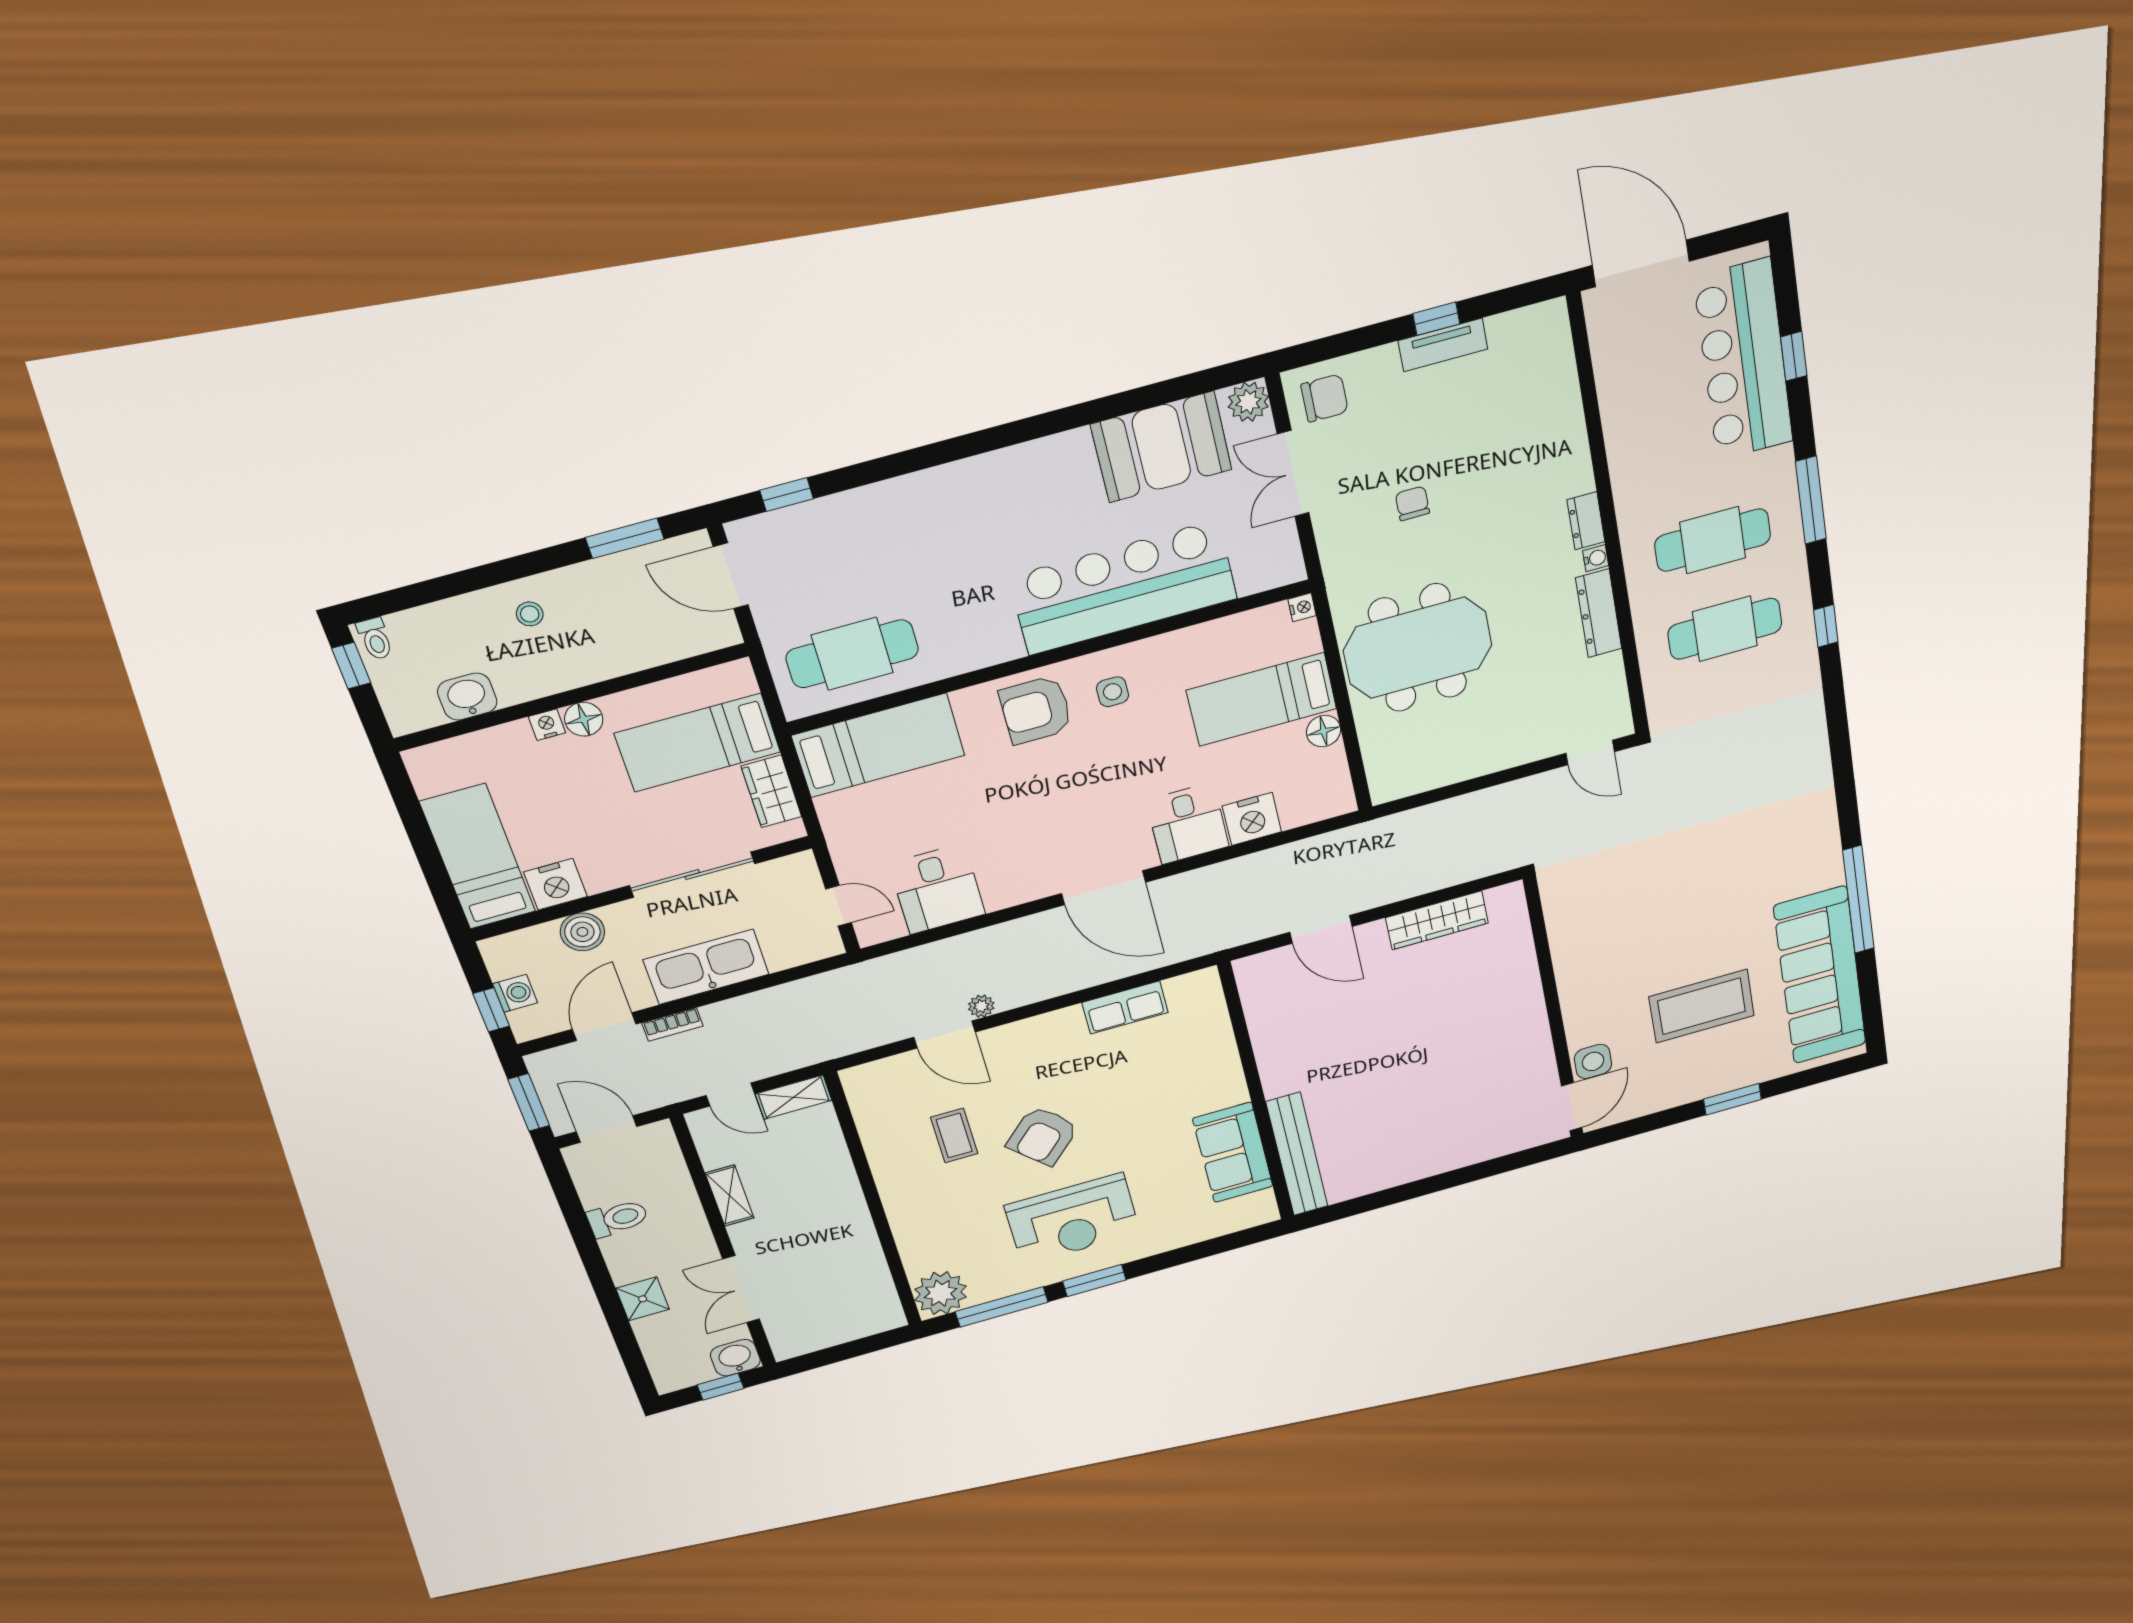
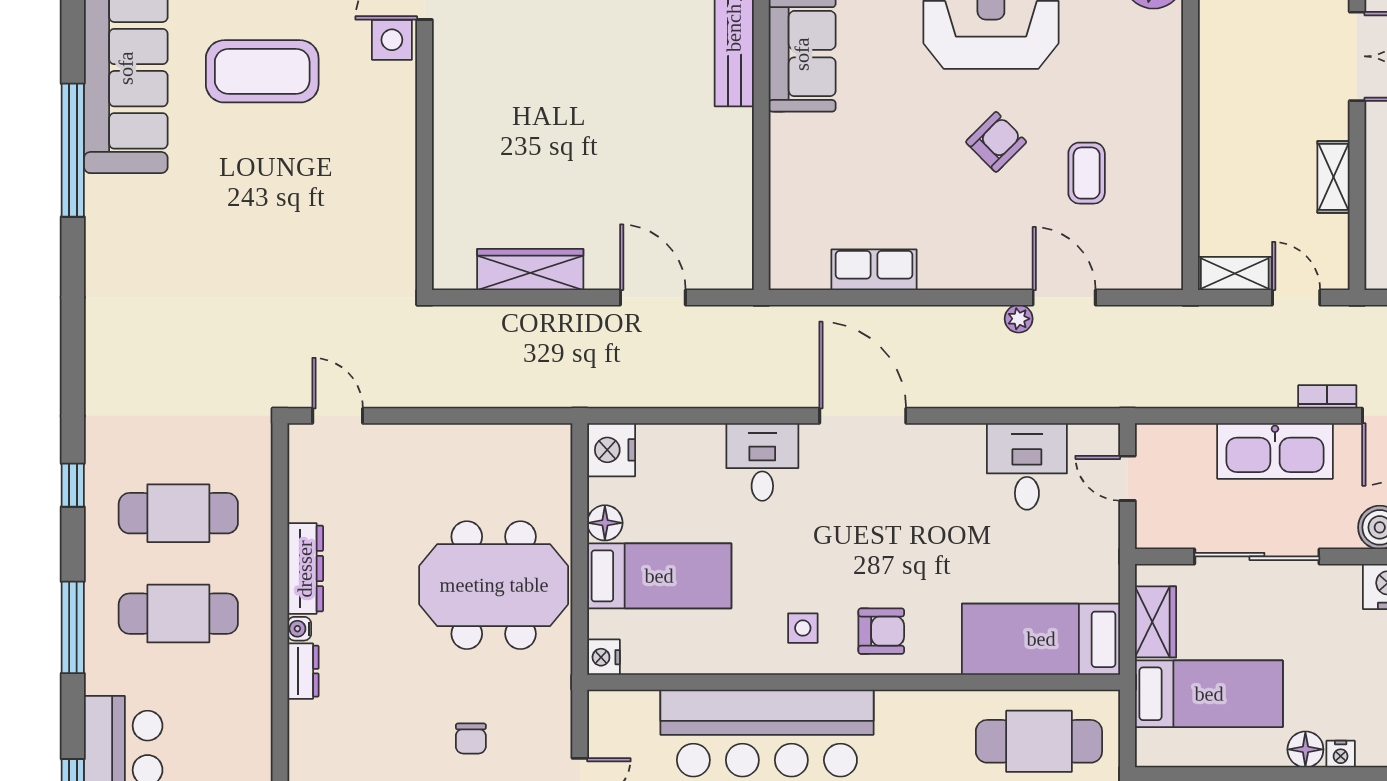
nightstand: (1302, 607) -> (604, 657), width x1.39, depth x1.35
armchair: (1036, 710) -> (881, 631), width x0.72, depth x0.72
nightstand: (1252, 819) -> (611, 450), moved, turned -90
armchair: (1043, 1136) -> (996, 142), width x0.72, depth x0.72

